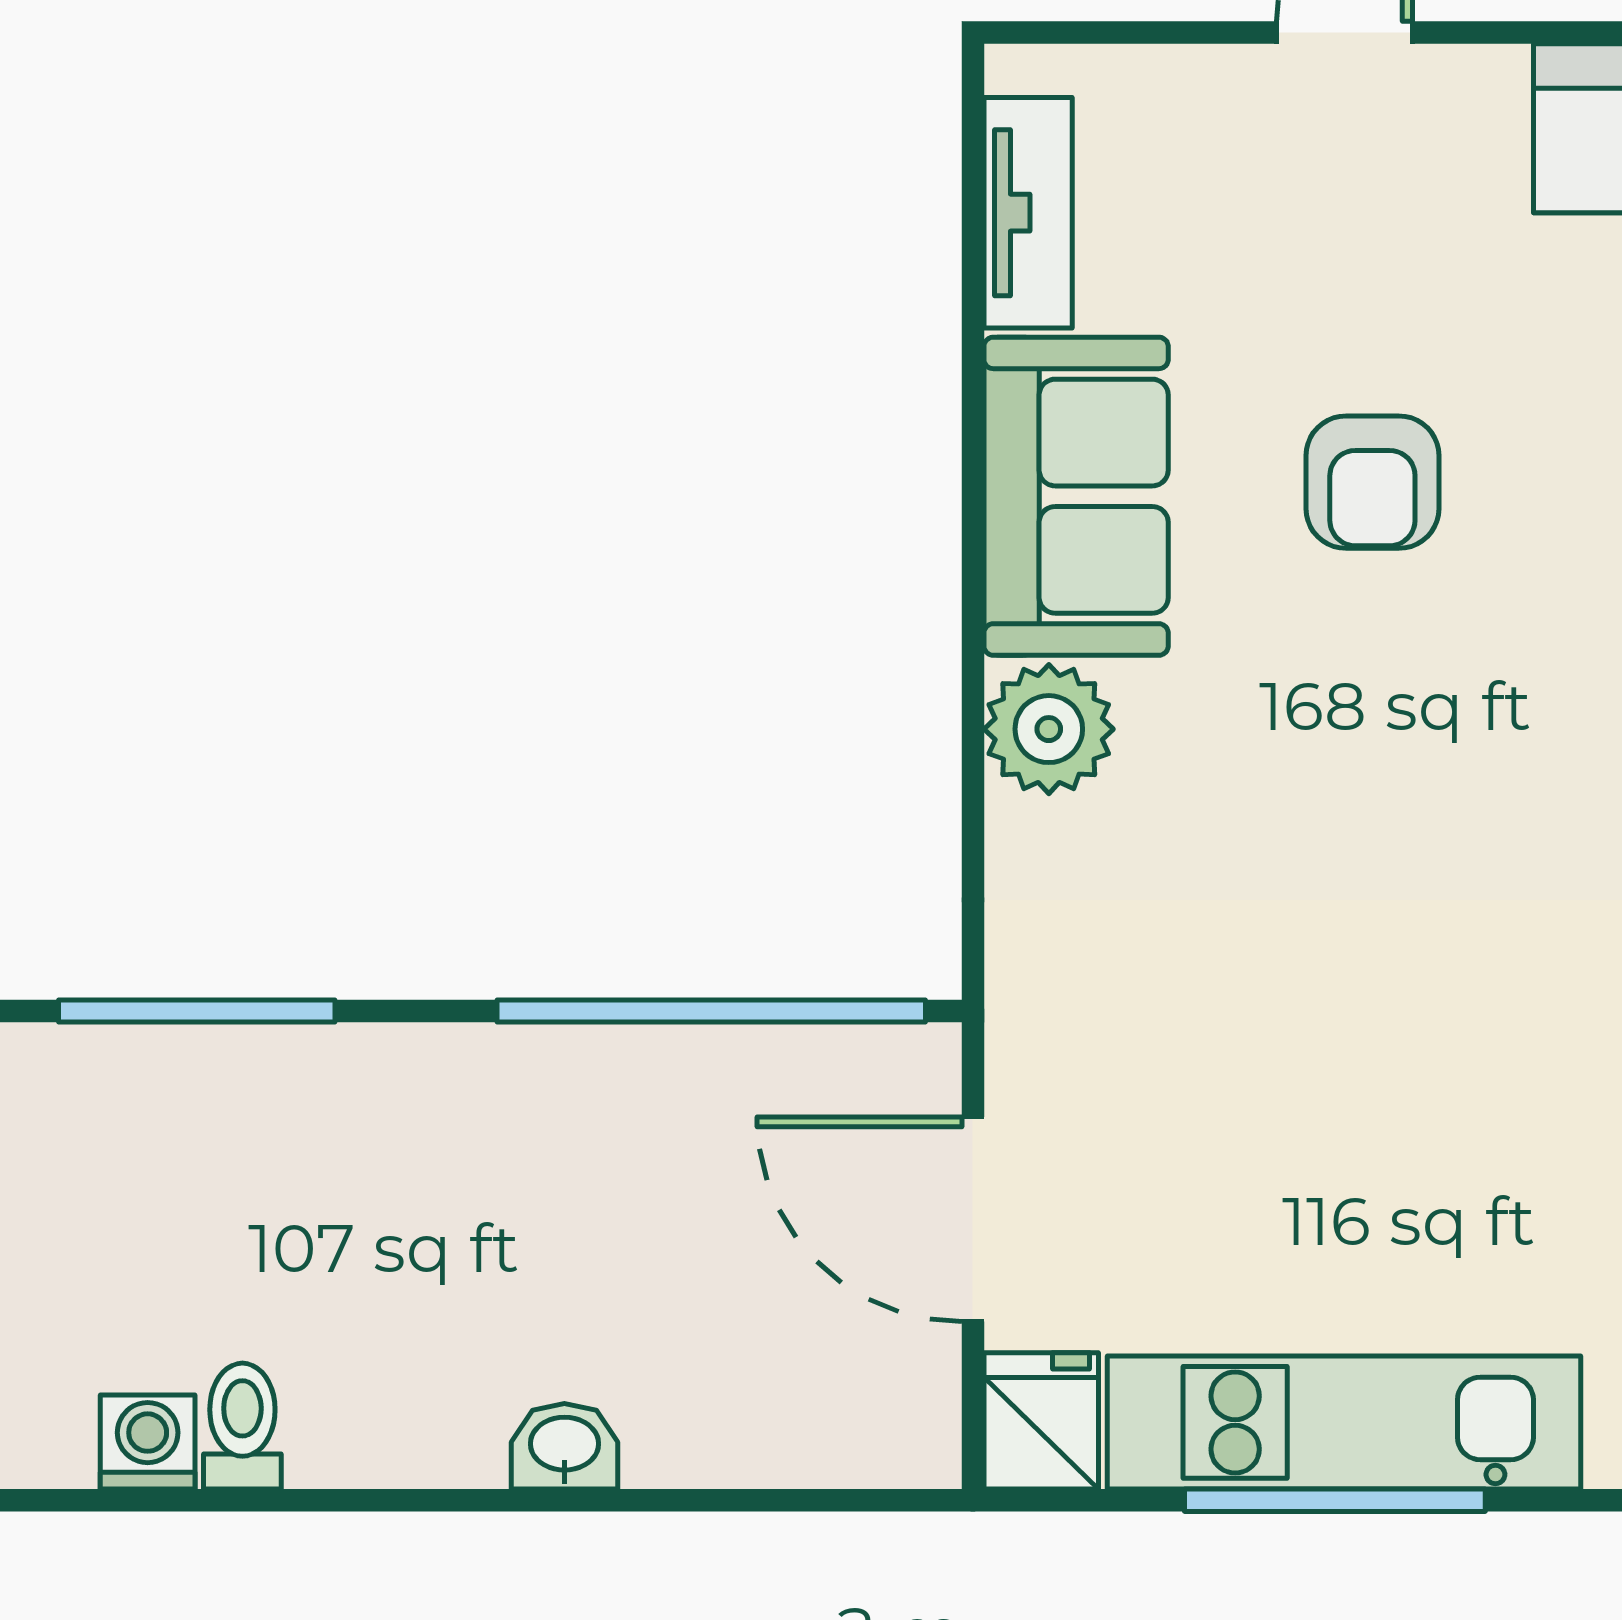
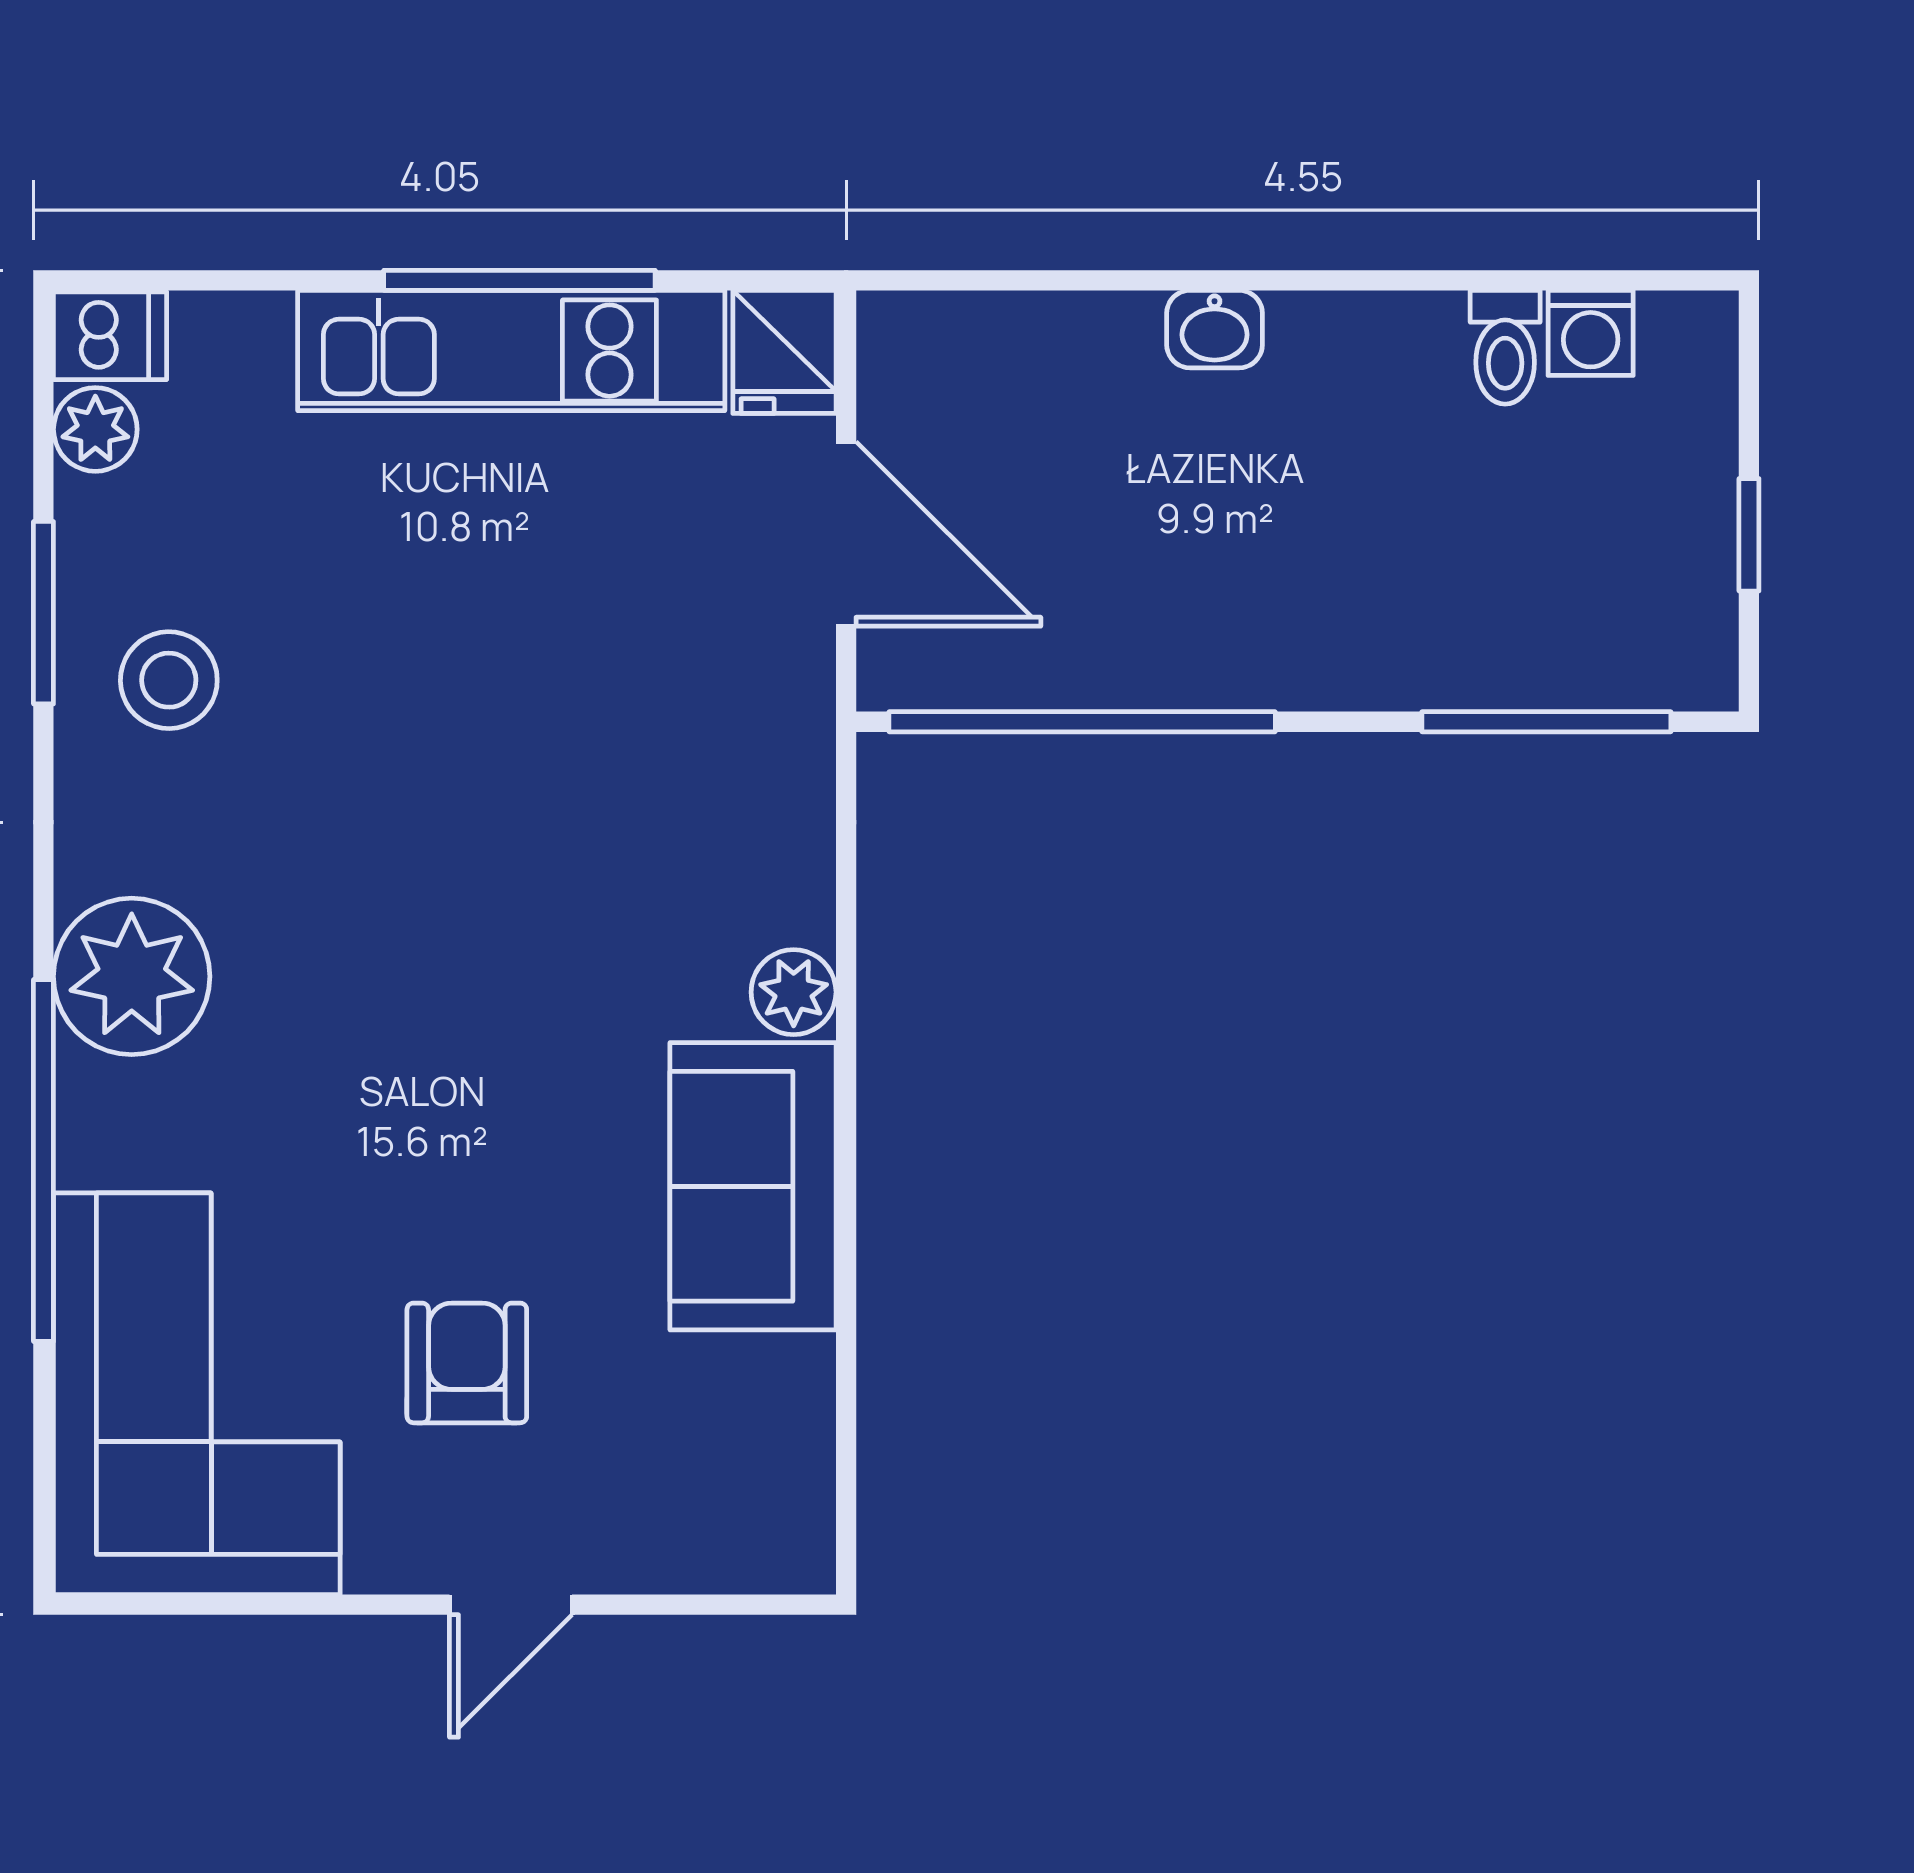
tv unit: (1028, 213) -> (796, 1442), removed
armchair: (1372, 482) -> (467, 1363), moved
plant: (1049, 729) -> (794, 992), width x0.73, depth x0.73

